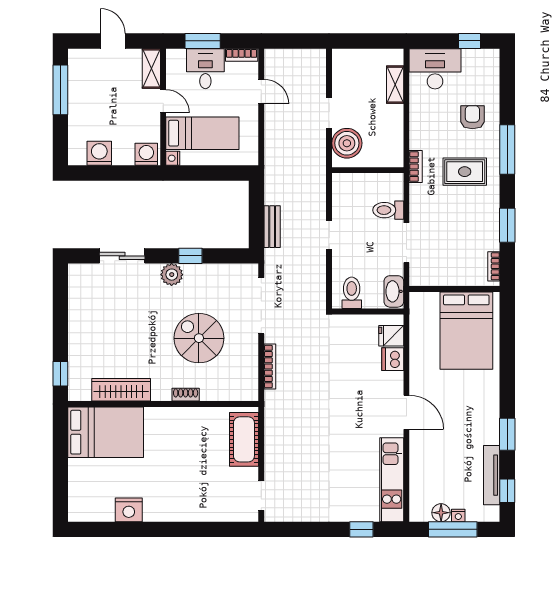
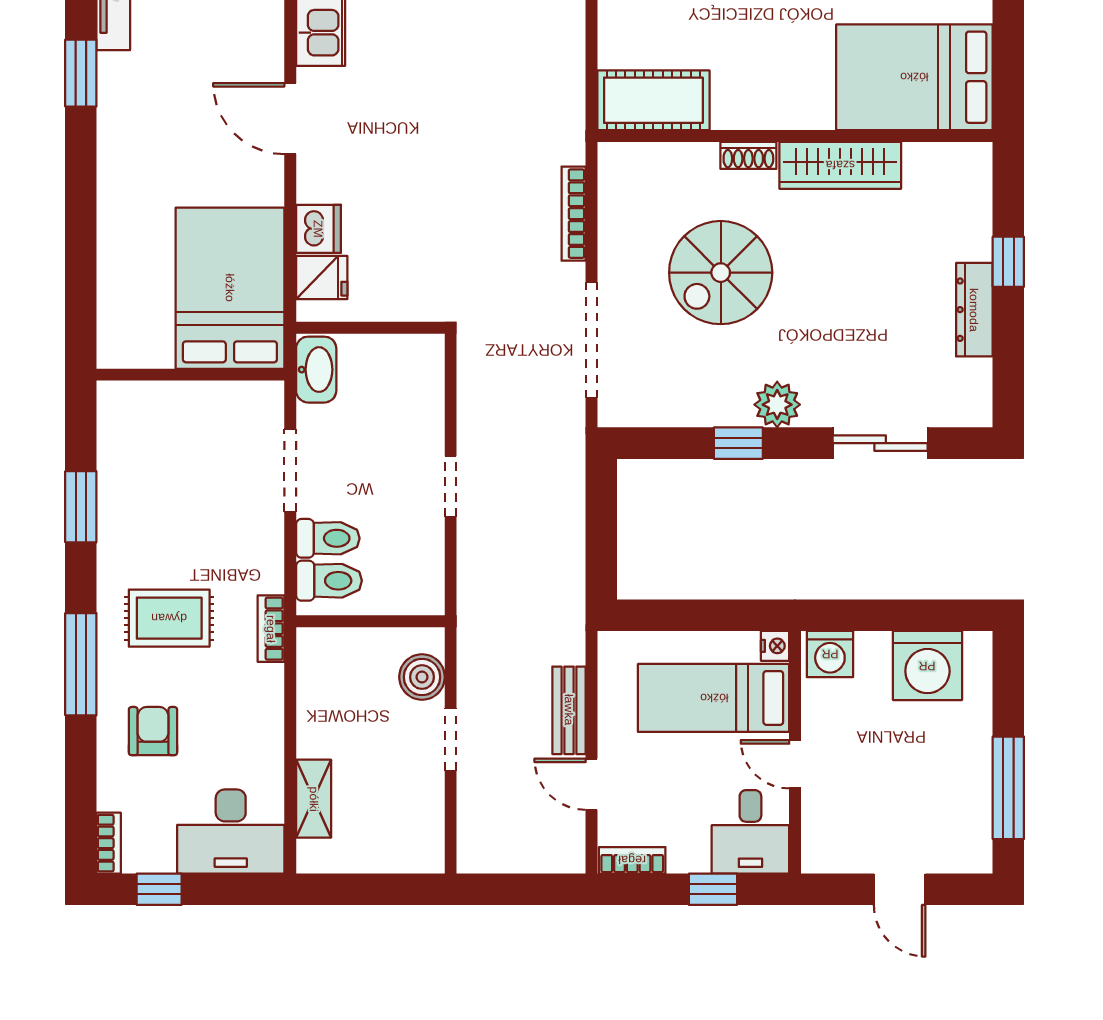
window: (203, 41) -> (713, 889), width x0.67
shelving: (151, 68) -> (820, 832), removed
desk: (205, 69) -> (750, 832), moved
armchair: (472, 117) -> (153, 731), turned 180
boiler: (347, 143) -> (422, 677), width x0.73, depth x0.73
washing machine: (99, 153) -> (927, 666), width x1.37, depth x1.37
bench: (272, 227) -> (569, 710), moved
bookcase: (494, 266) -> (109, 843), moved
toilet: (352, 293) -> (329, 581), moved, turned -90
dresser: (77, 320) -> (974, 310), added
bed: (466, 331) -> (230, 288), moved
spiral stairs: (199, 338) -> (721, 273), turned 90
window: (60, 374) -> (1008, 262), moved
wardrobe: (121, 390) -> (840, 165), moved
cot: (244, 439) -> (653, 100), moved, turned 90

